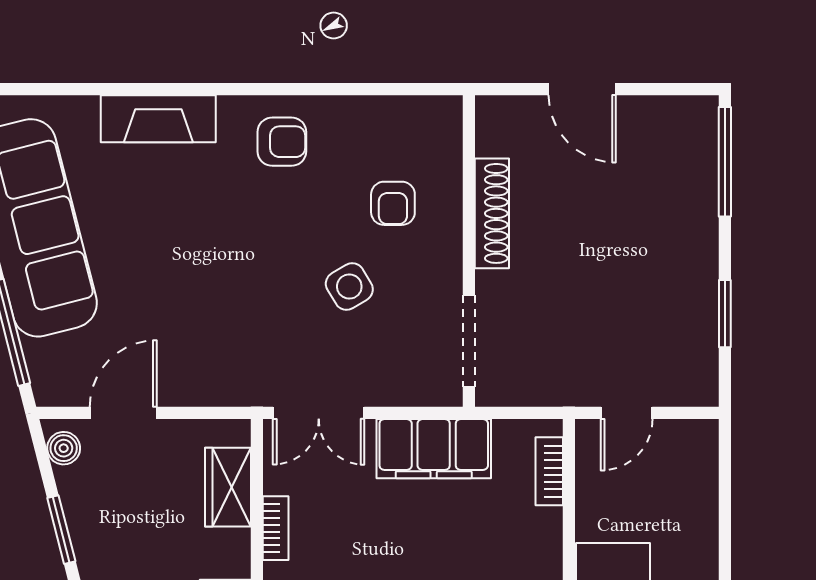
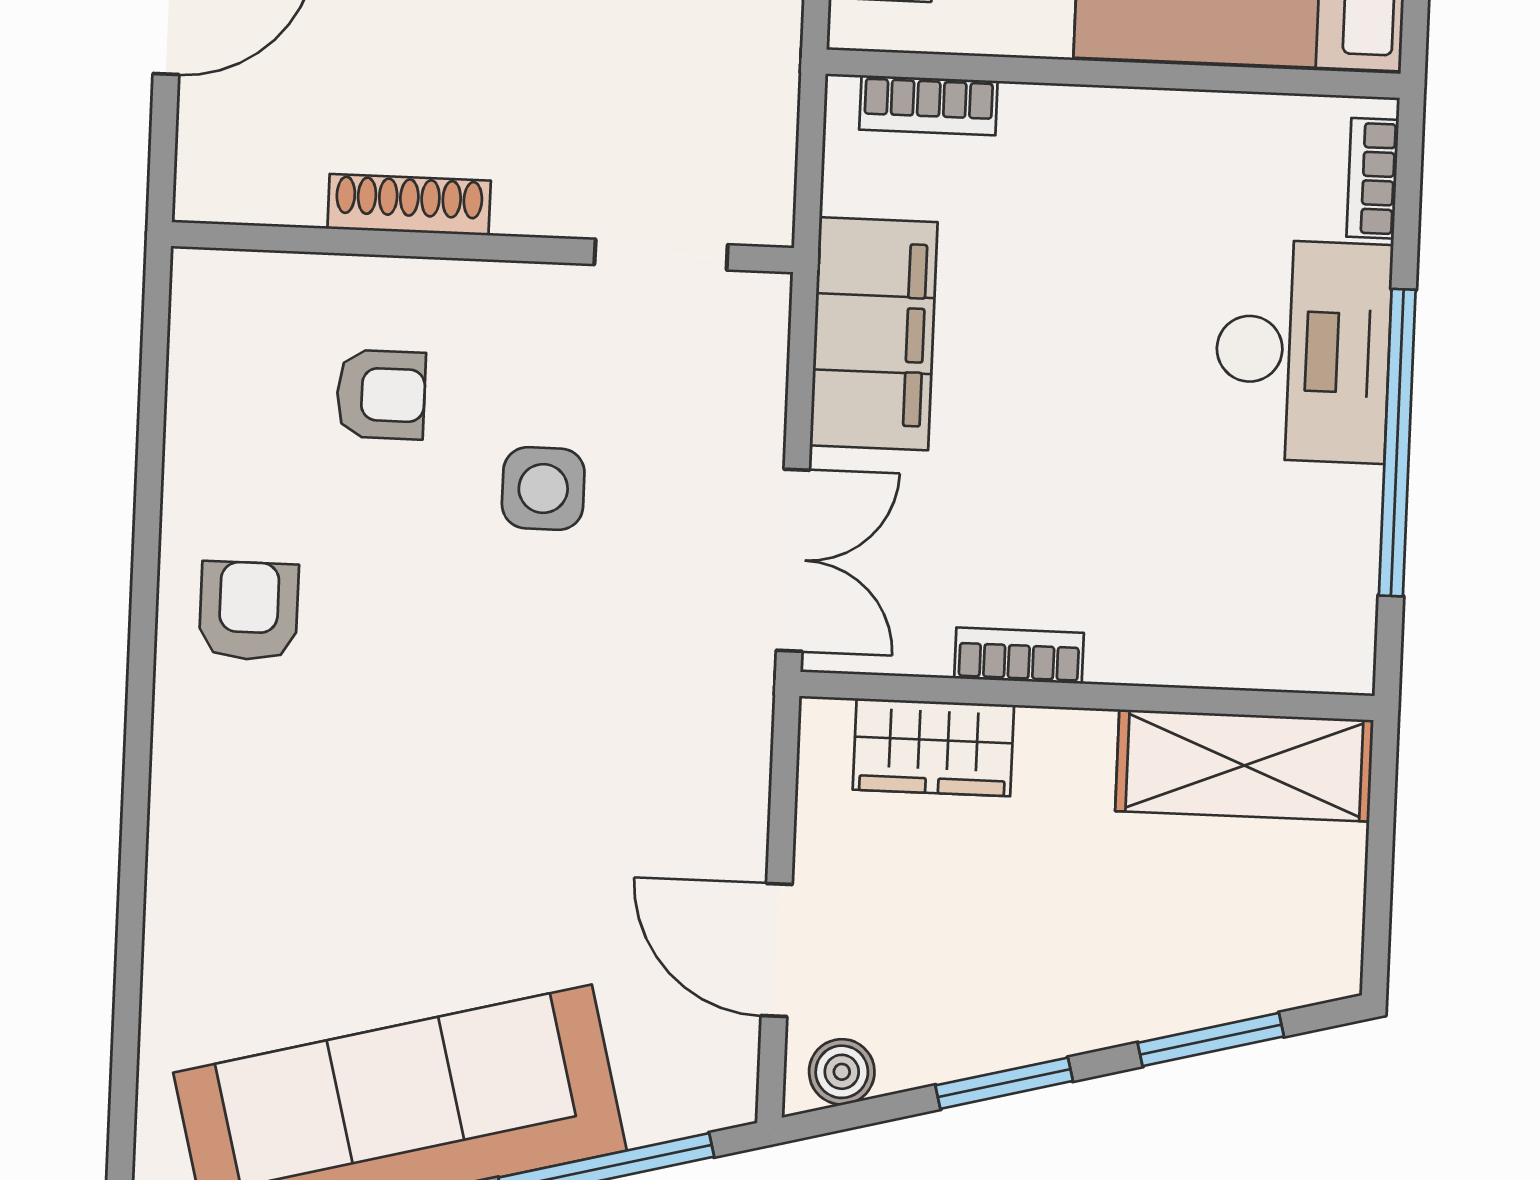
fireplace: (158, 119) -> (192, 855), removed
shoe rack: (492, 213) -> (409, 205), width x0.74, depth x0.81
side table: (349, 286) -> (543, 489), turned 31
doorway: (469, 341) -> (661, 255), width x0.73

